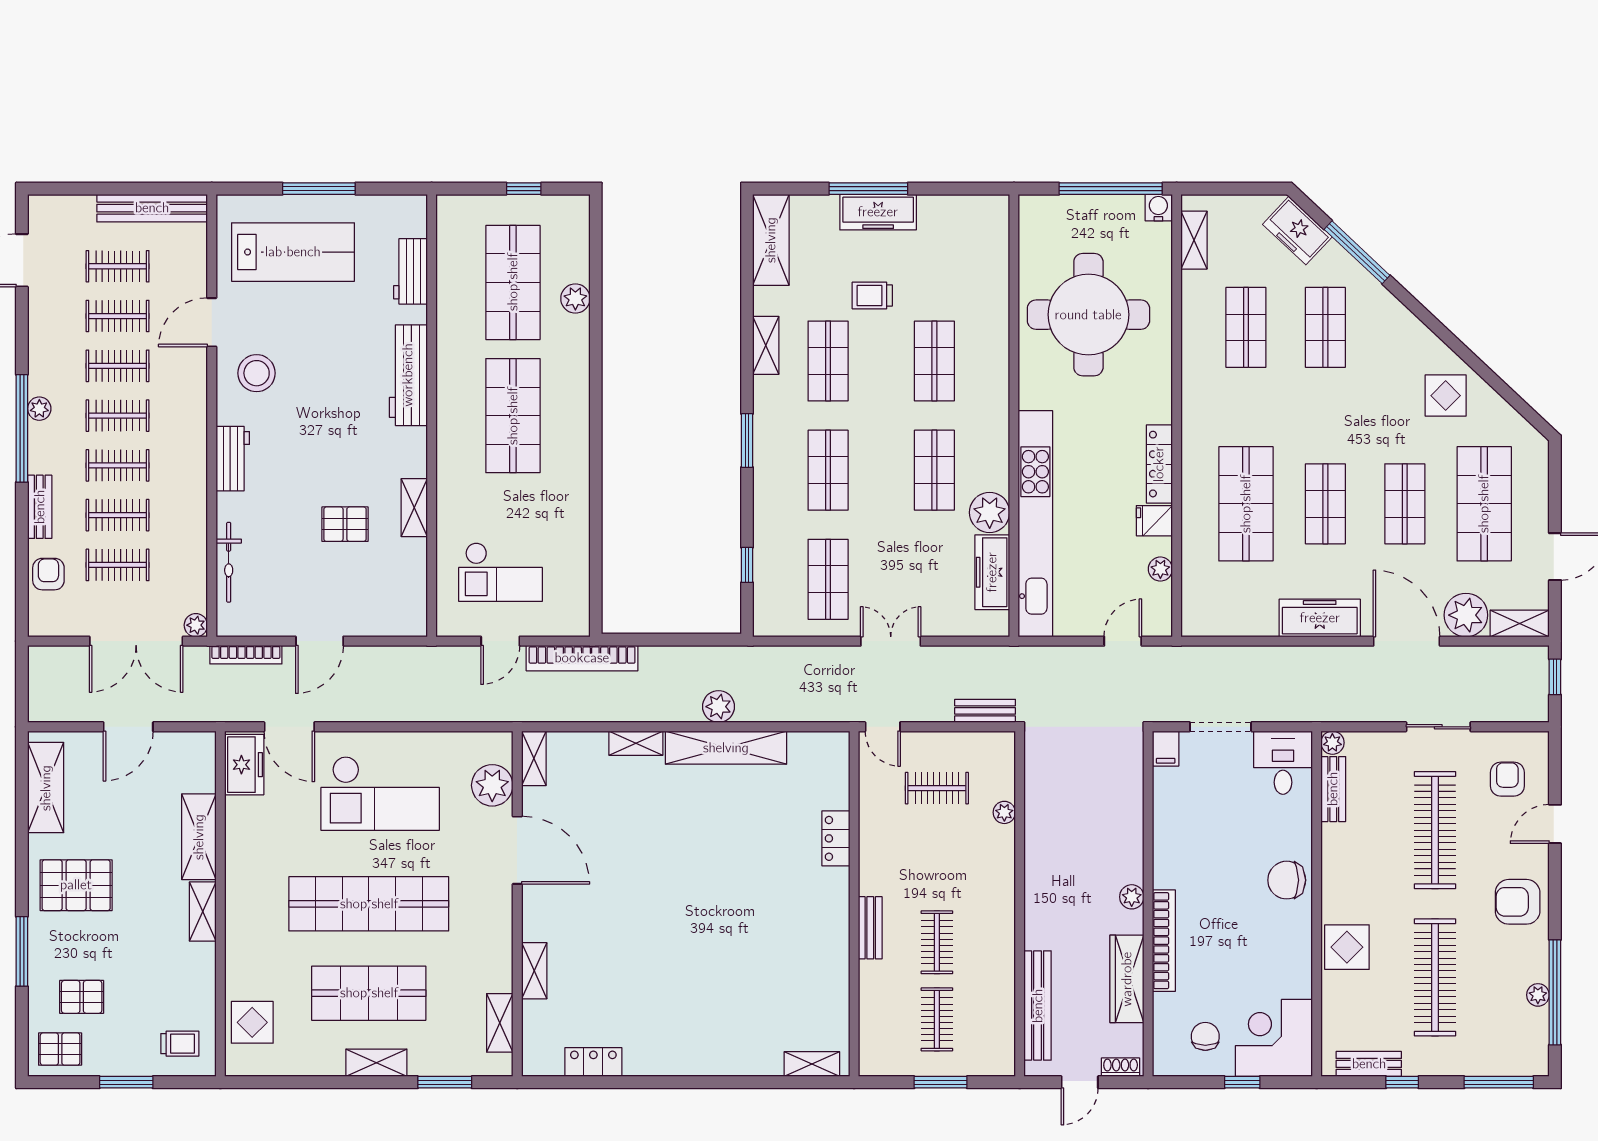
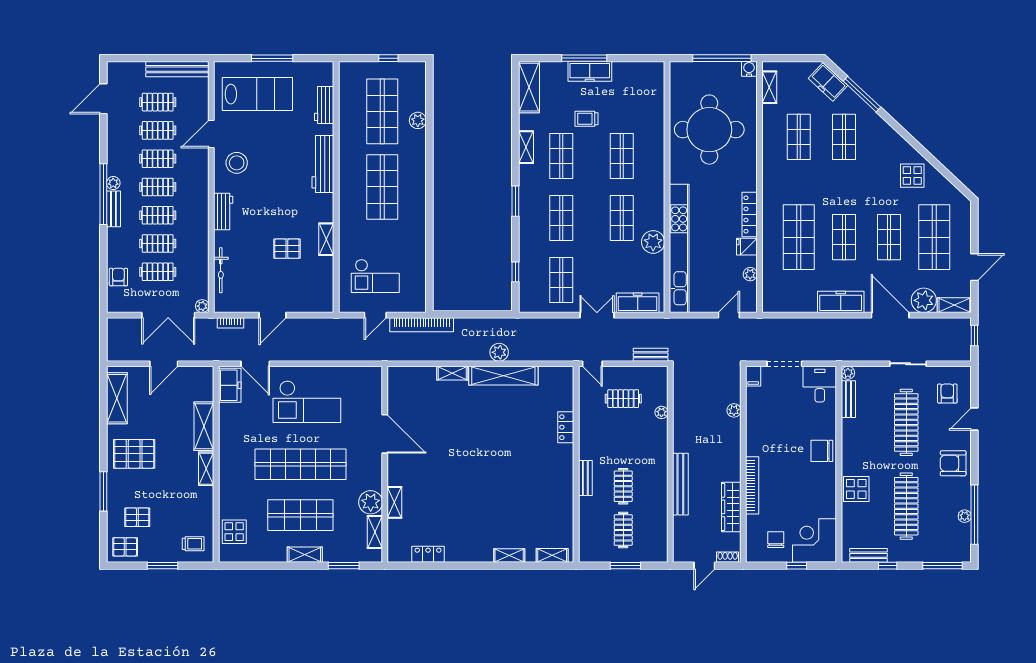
bench: (40, 507) -> (113, 209), moved
freezer: (992, 572) -> (638, 303), moved, turned 90
bookcase: (246, 655) -> (231, 323), width x0.64
shelving: (534, 758) -> (509, 555), moved, turned 90
plant: (492, 785) -> (371, 502), moved
plant: (1132, 897) -> (734, 410), moved
bench: (1038, 1006) -> (680, 484), moved

